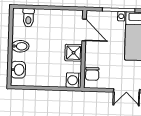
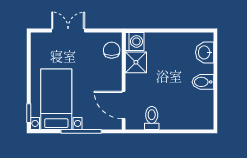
toilet: (28, 18) -> (152, 118), moved
shower: (74, 53) -> (136, 62), moved

